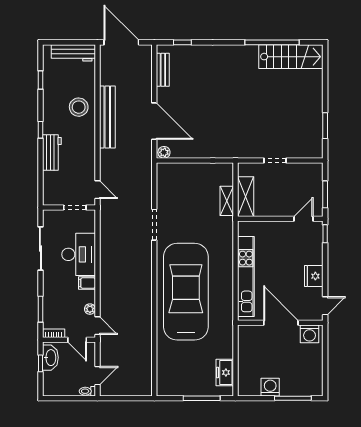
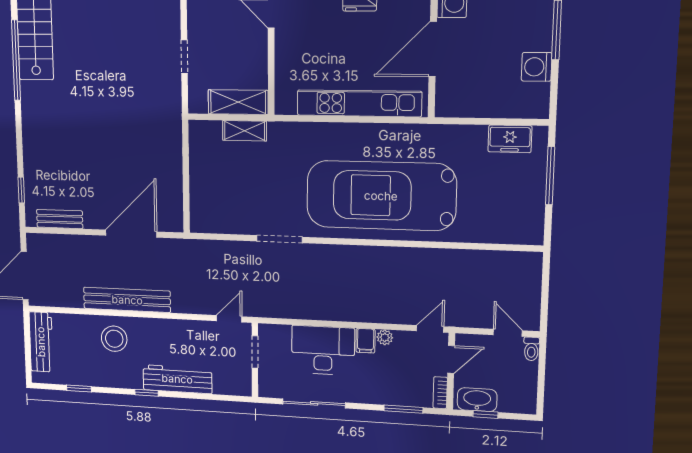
workbench: (52, 152) -> (177, 379), width x1.38
plant: (164, 152) -> (175, 221), removed
plant: (90, 309) -> (385, 337), moved

